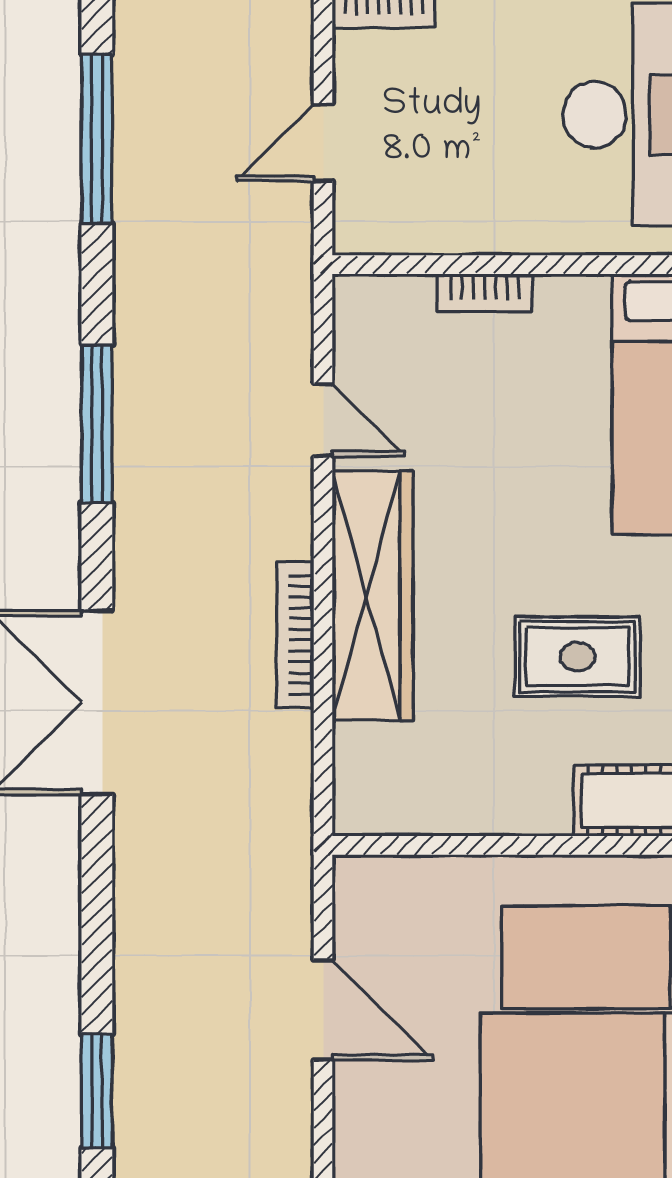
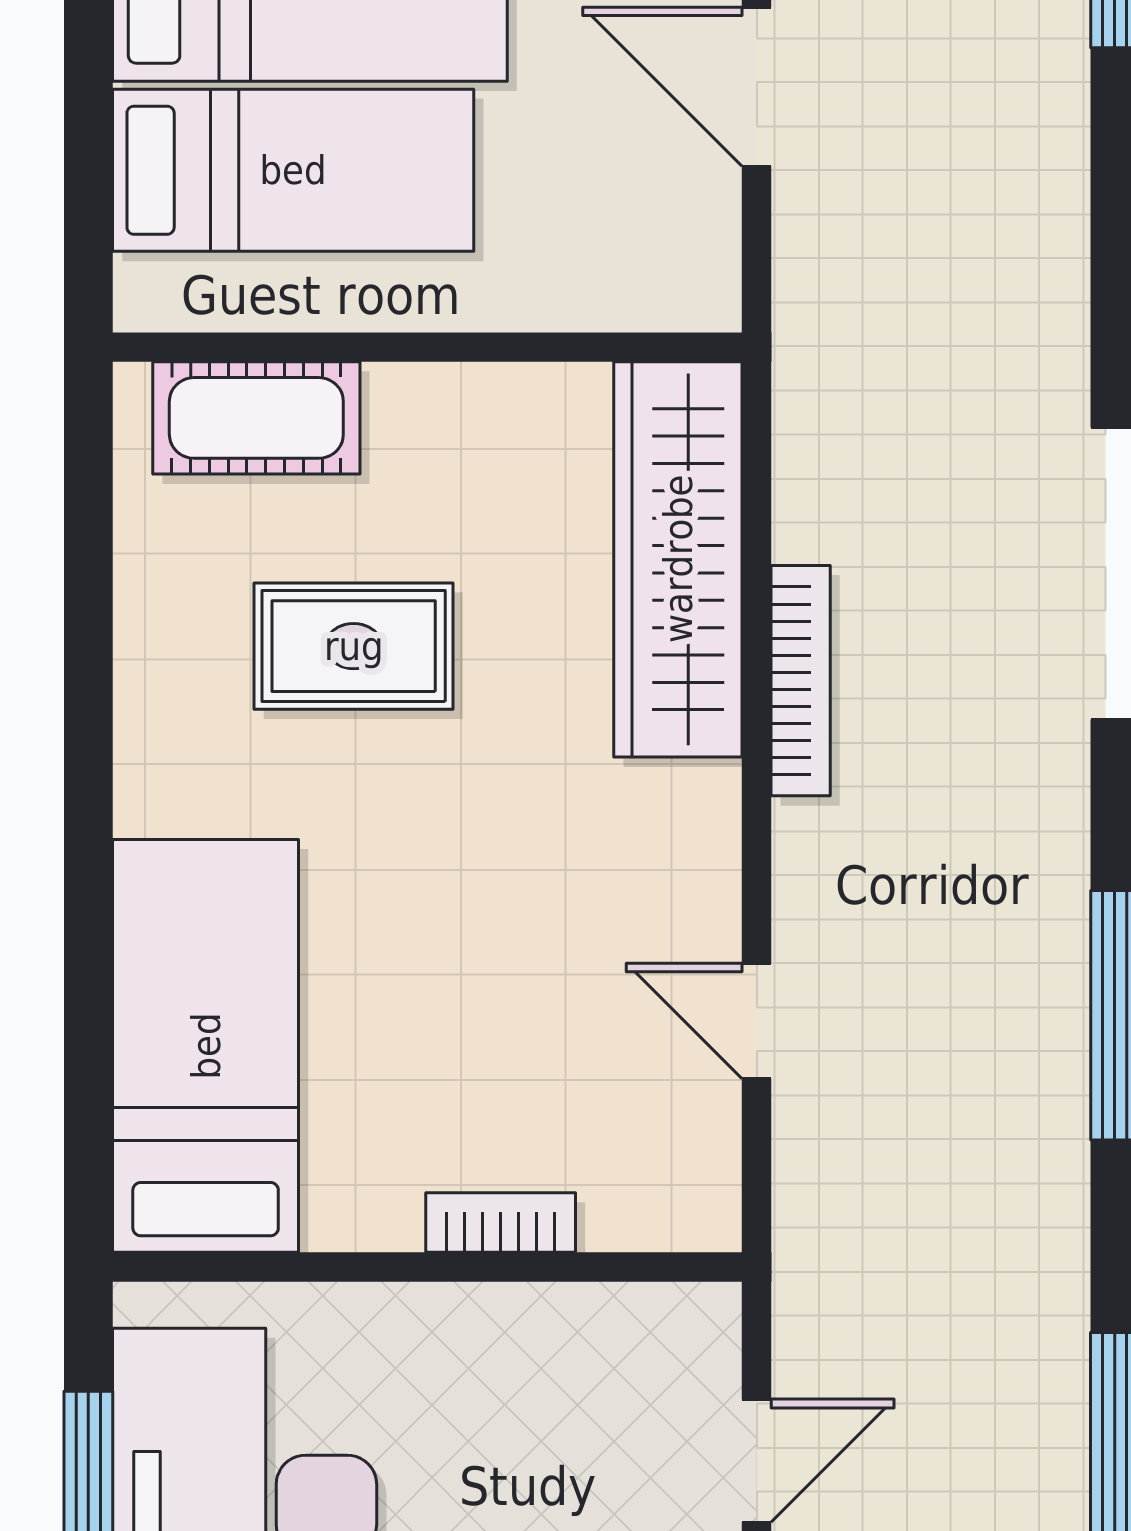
wardrobe: (373, 596) -> (678, 559), moved

